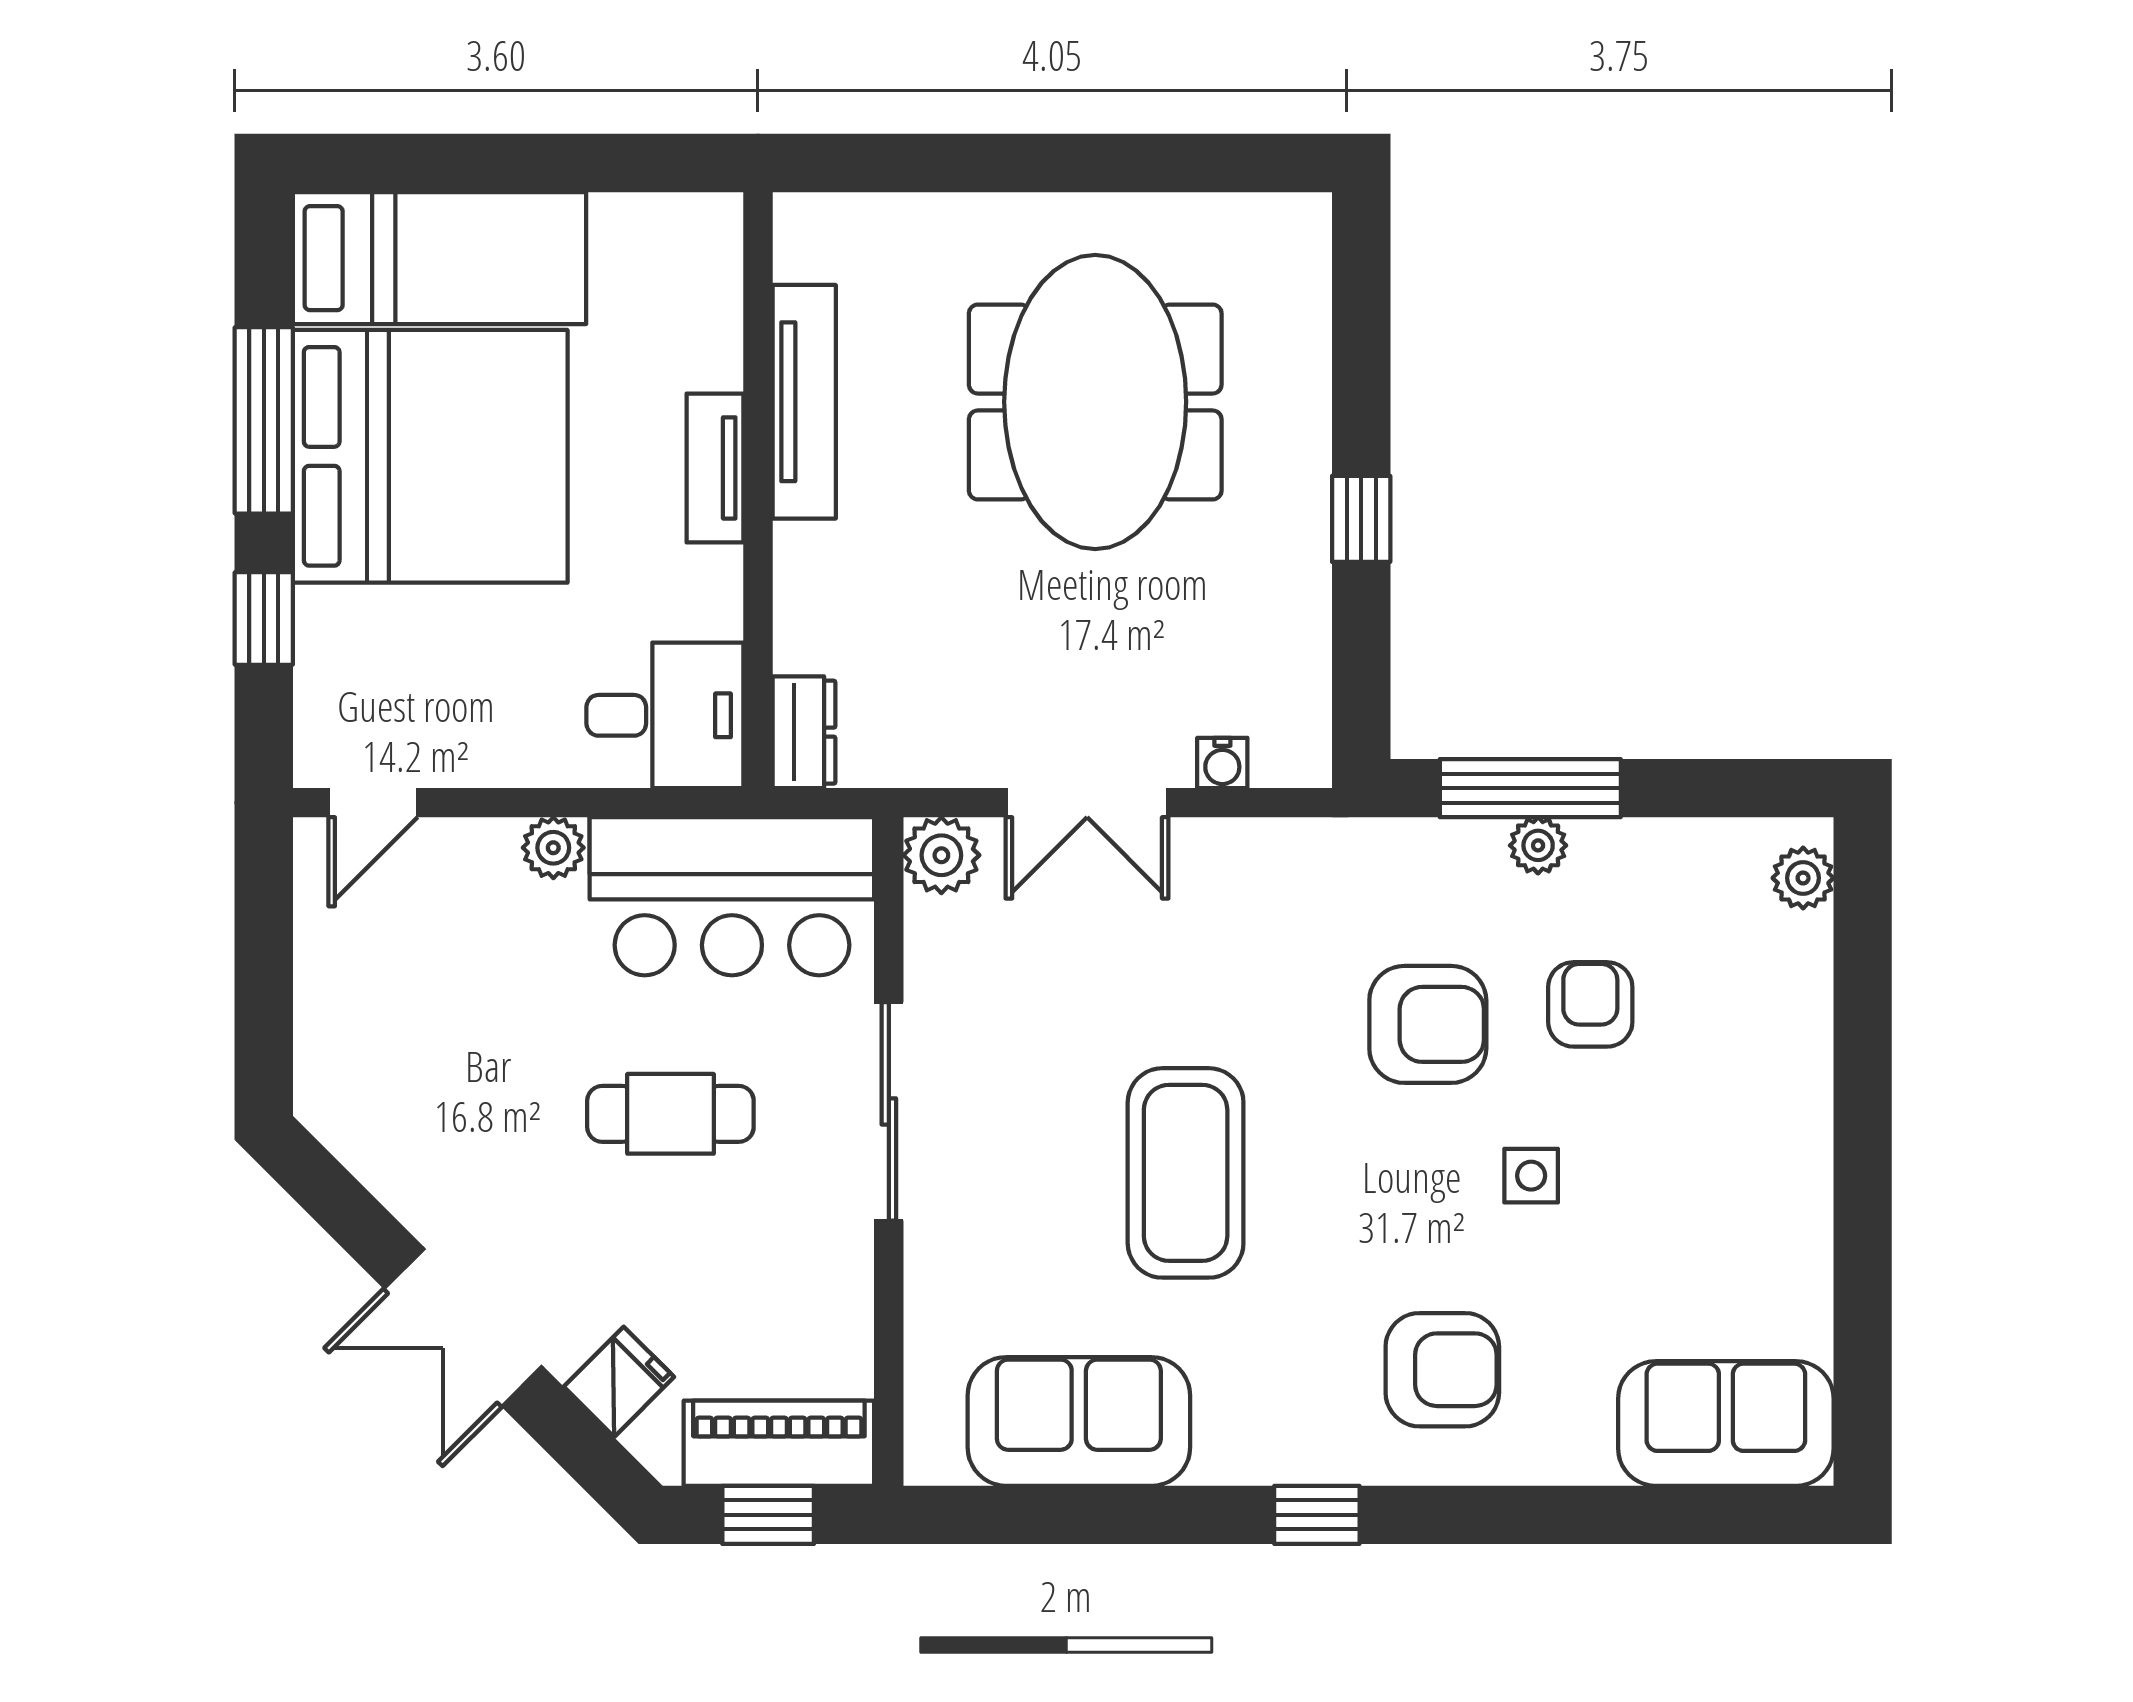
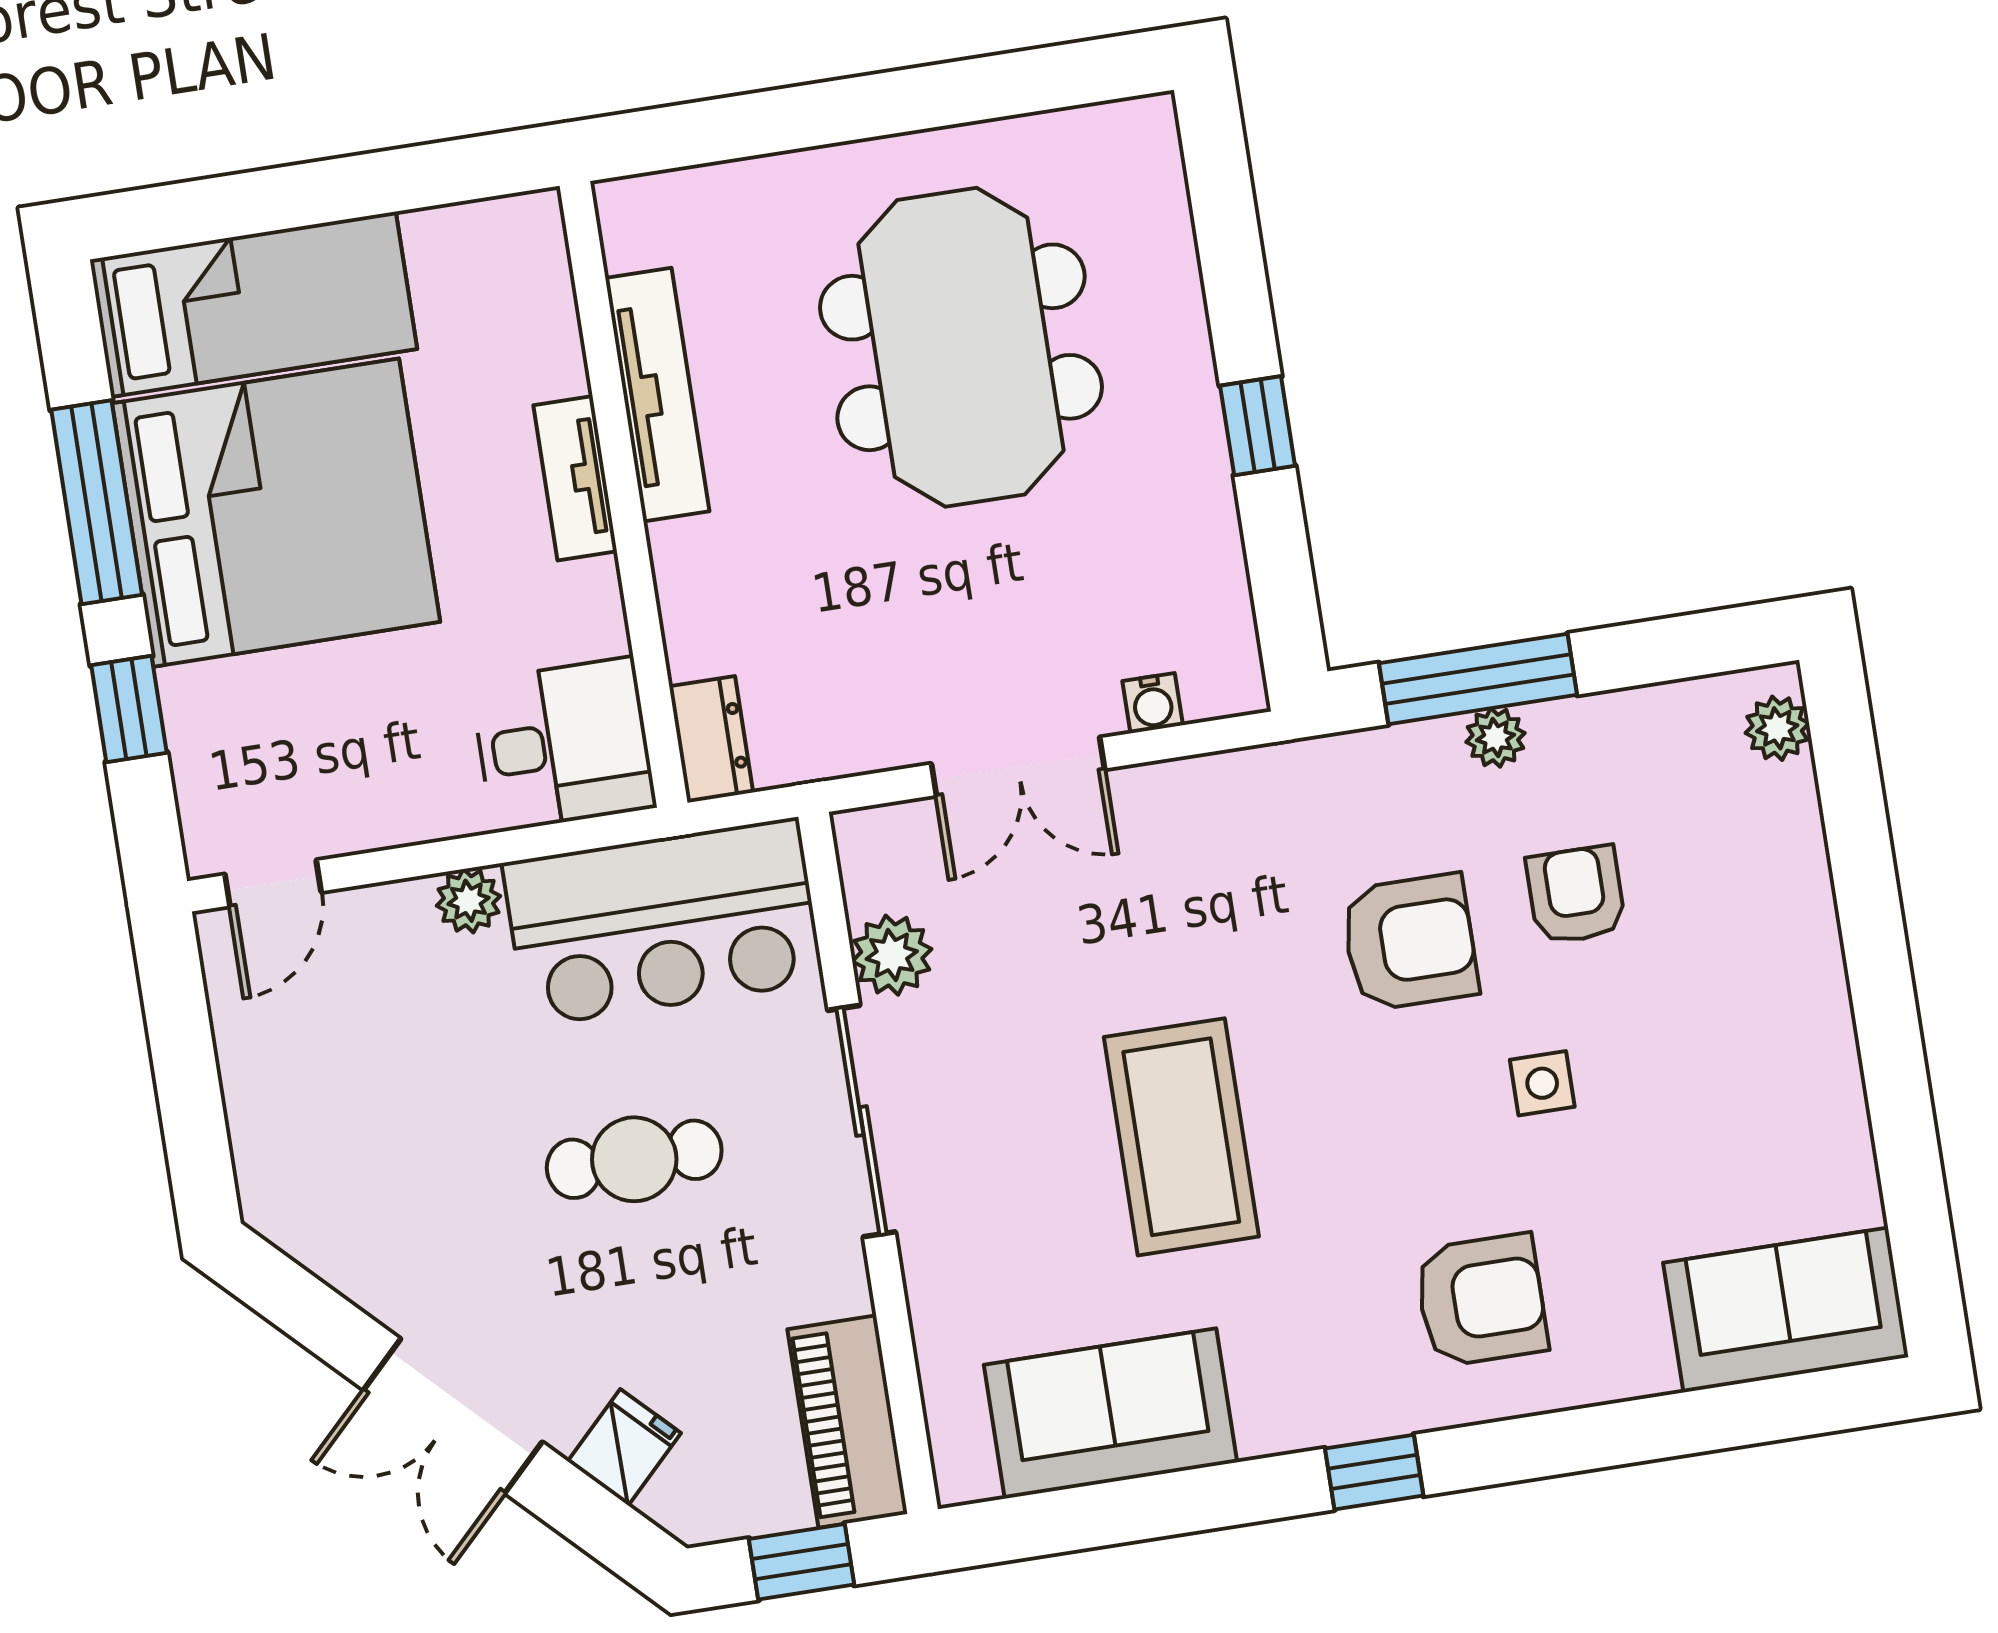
plant: (941, 855) -> (892, 955), moved
piano: (779, 1443) -> (848, 1422), moved, turned -90

